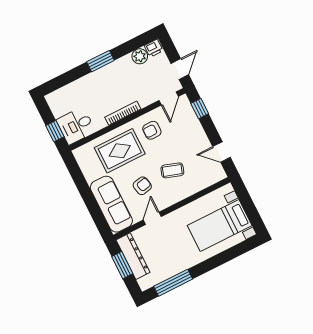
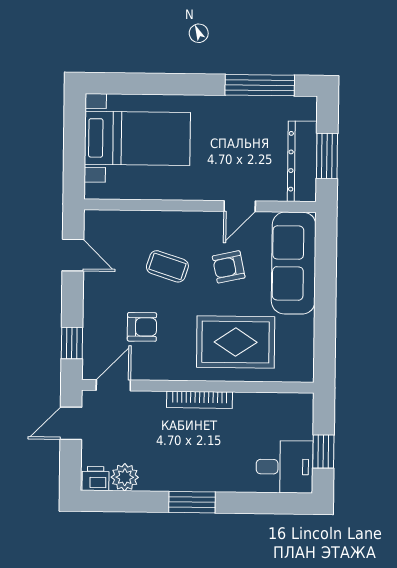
desk: (76, 126) -> (285, 467), moved
armchair: (152, 130) -> (142, 327), moved
window: (55, 131) -> (323, 452), moved

